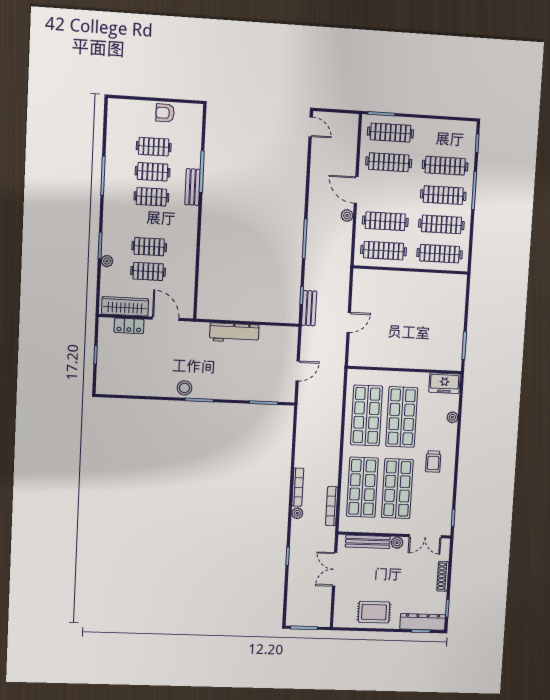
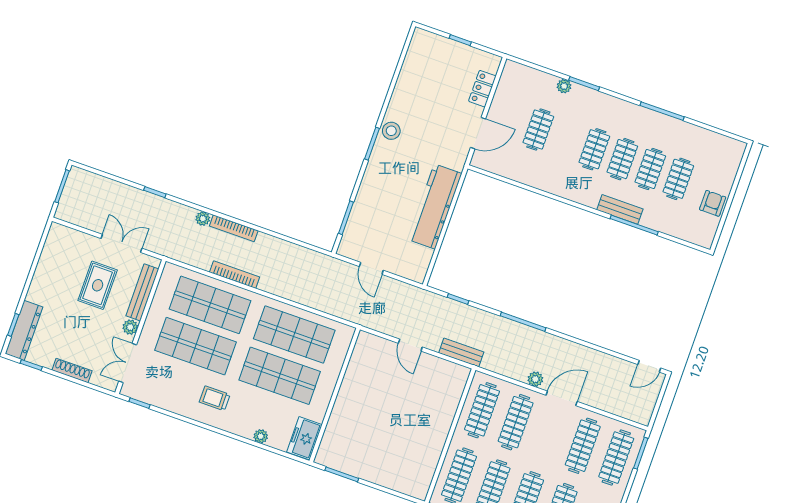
clothes rail: (149, 247) -> (594, 149), moved
wardrobe: (125, 306) -> (506, 91), removed
bench: (309, 308) -> (461, 352), moved
workbench: (234, 333) -> (435, 206), width x1.36, depth x1.32
bookcase: (332, 506) -> (235, 275), moved
rug: (374, 612) -> (98, 285), moved

